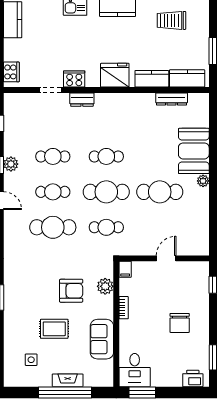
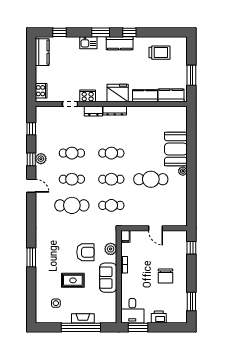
trolley: (171, 20) -> (159, 53), turned 180
dresser: (172, 99) -> (115, 111), moved
cafe table: (106, 192) -> (111, 179), width x0.73, depth x0.74
door: (166, 258) -> (156, 228), swing flipped
sofa: (102, 339) -> (108, 278), moved
printer: (193, 378) -> (159, 317), moved

